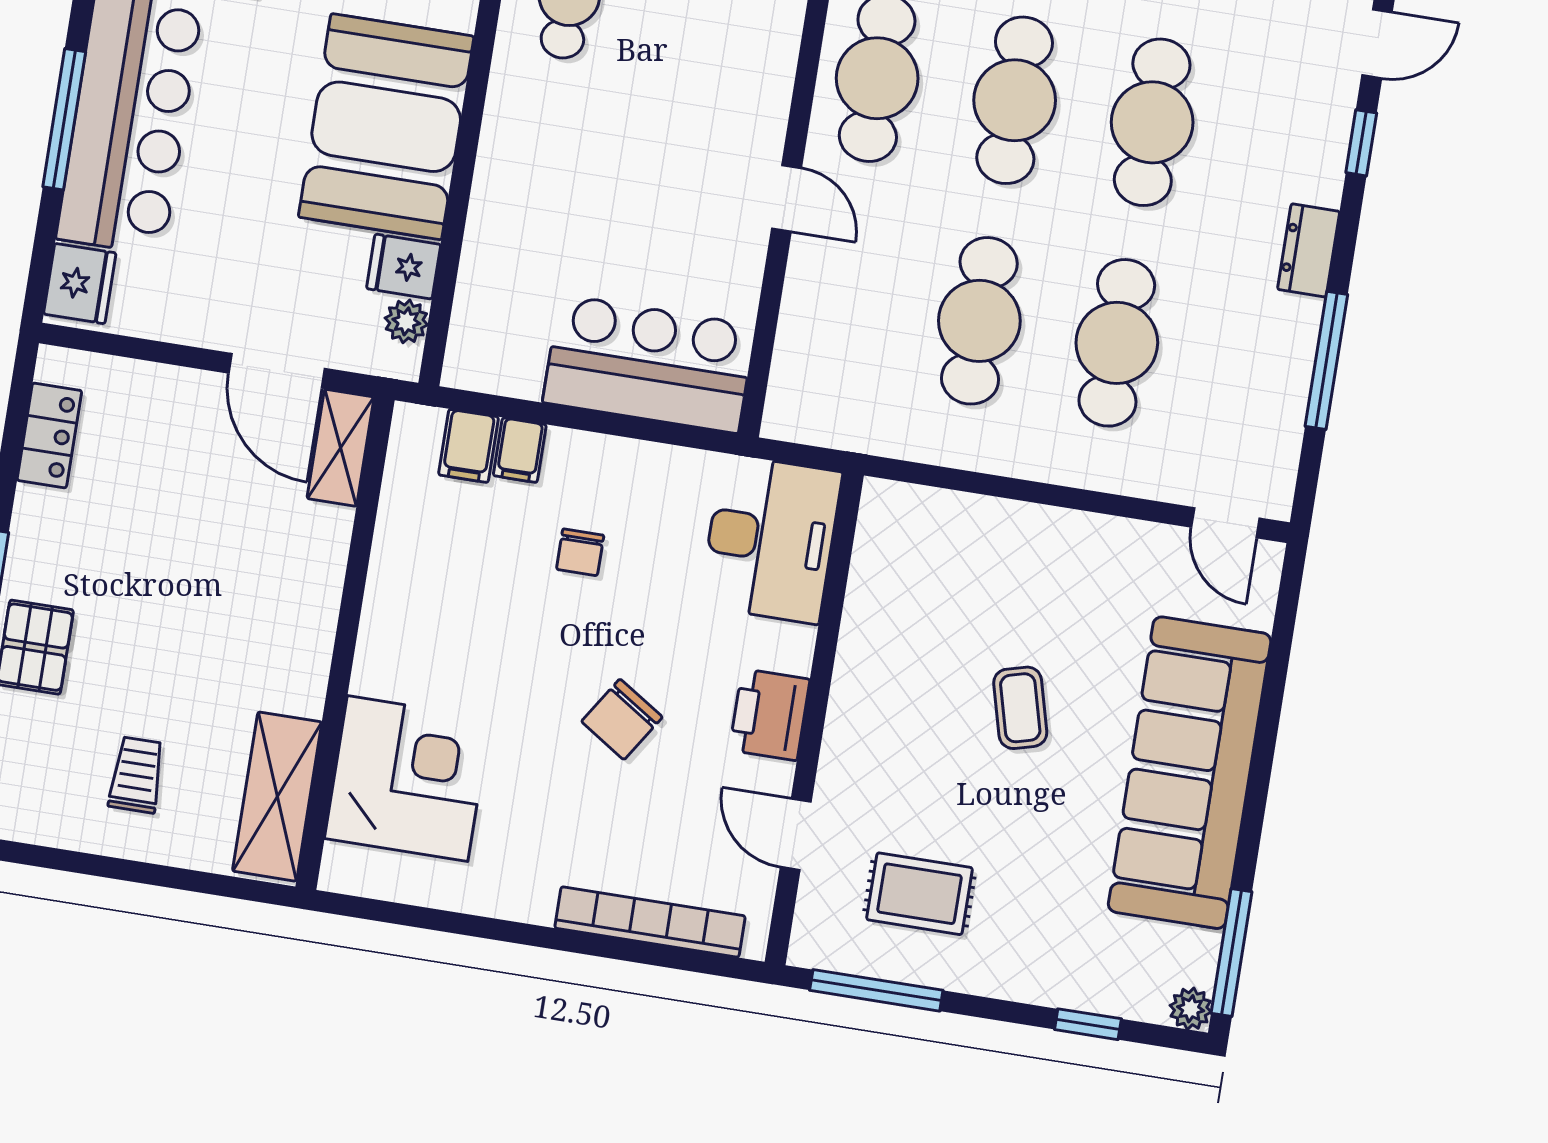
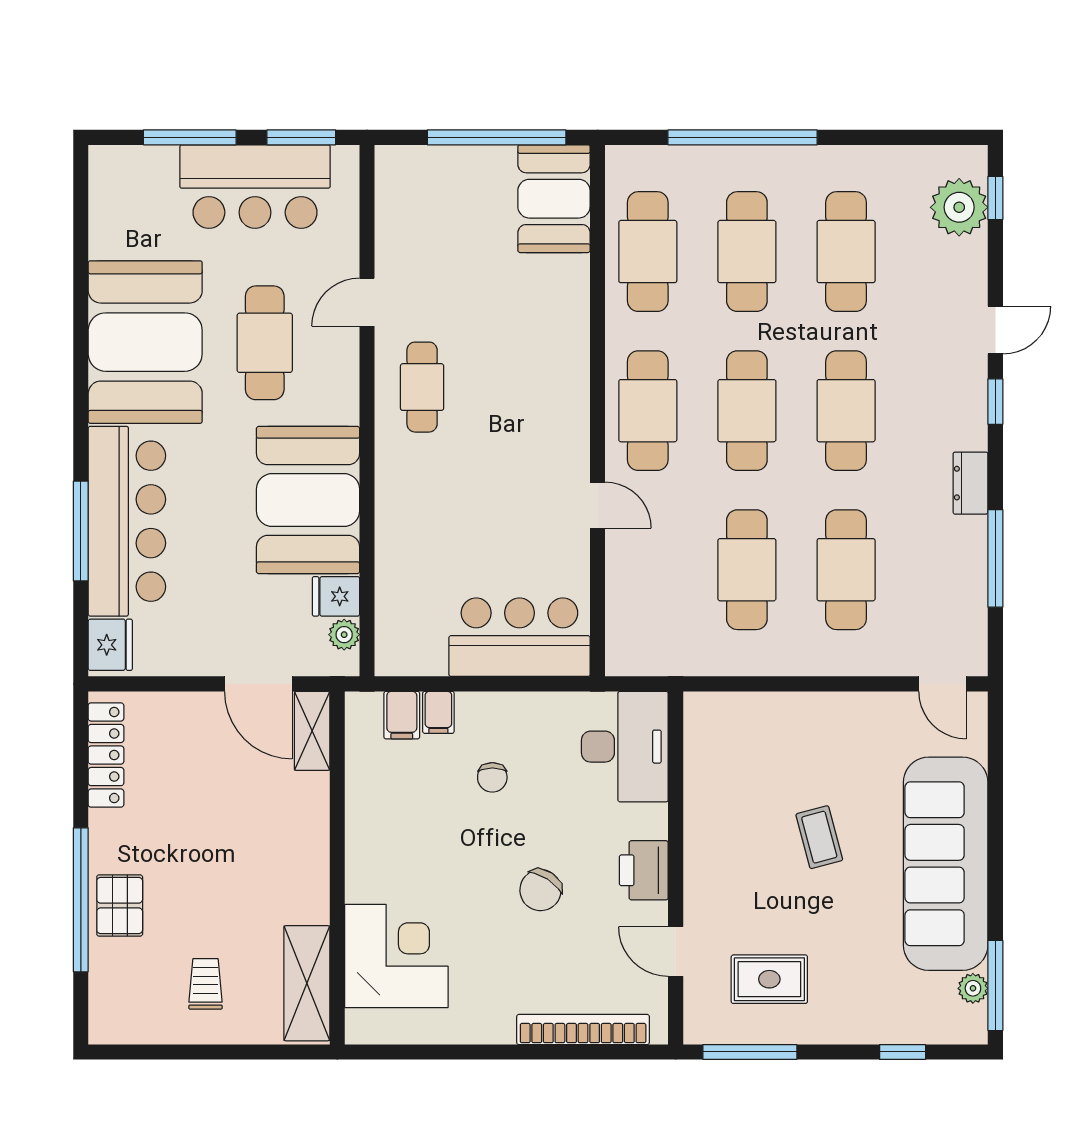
locker: (49, 435) -> (106, 755), width x1.53
plant: (1191, 1009) -> (973, 988), moved

